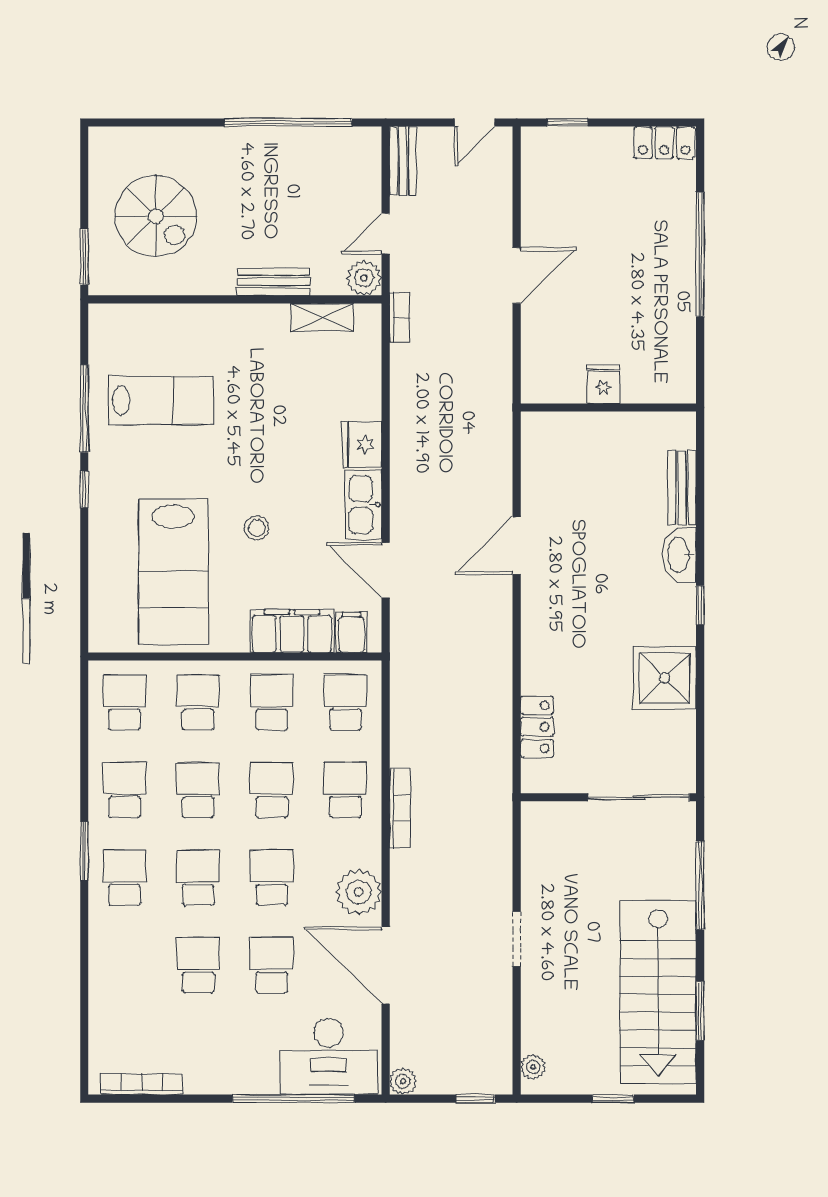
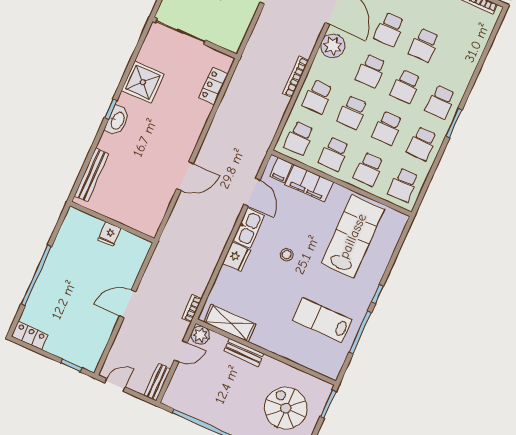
shelving: (322, 317) -> (230, 323), width x1.50, depth x1.33
bench: (682, 488) -> (92, 175), width x1.36
stool: (257, 528) -> (287, 255), moved
washbasin: (679, 555) -> (117, 120), moved

